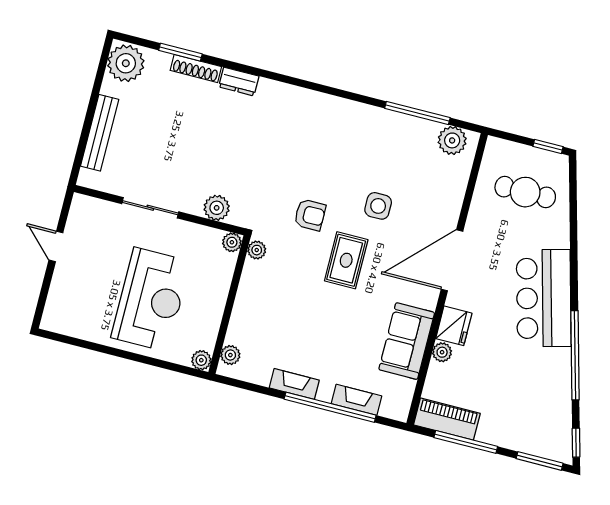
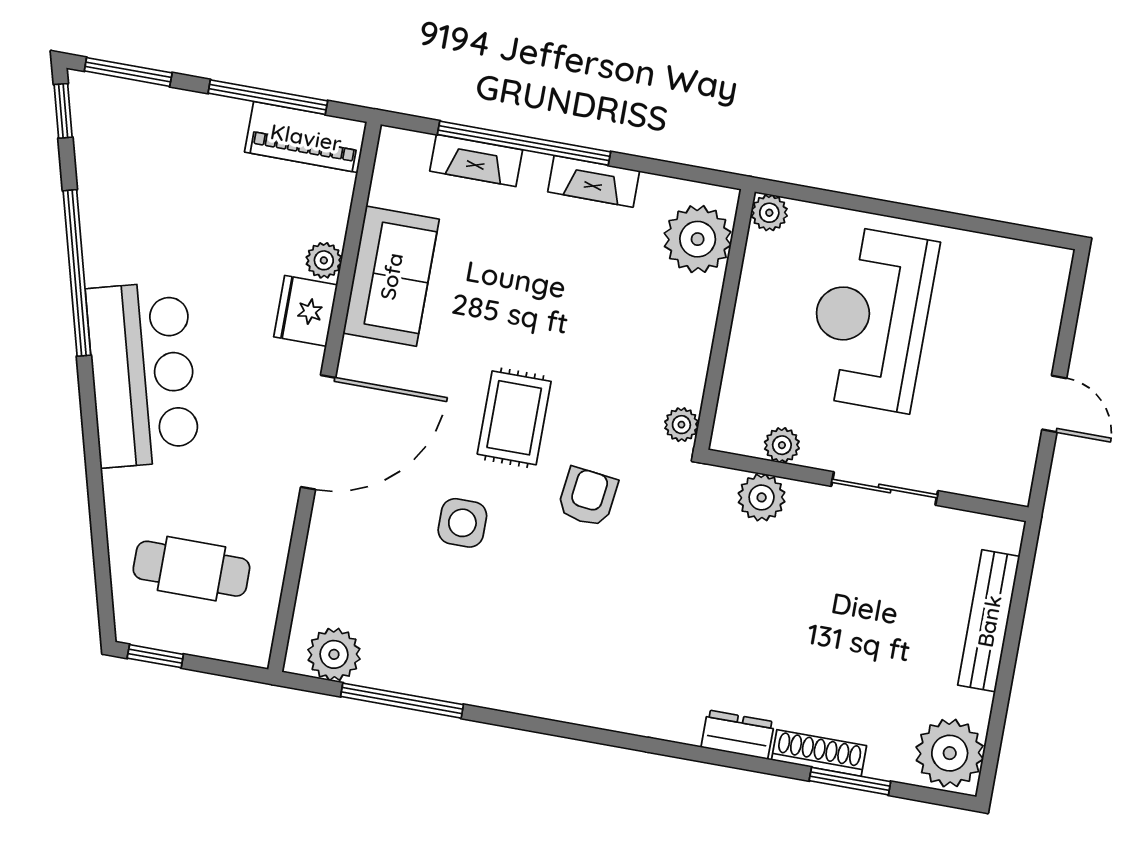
armchair: (310, 215) -> (588, 497), turned 97
plant: (232, 242) -> (782, 445), moved
plant: (230, 355) -> (698, 239), width x1.88, depth x1.88

